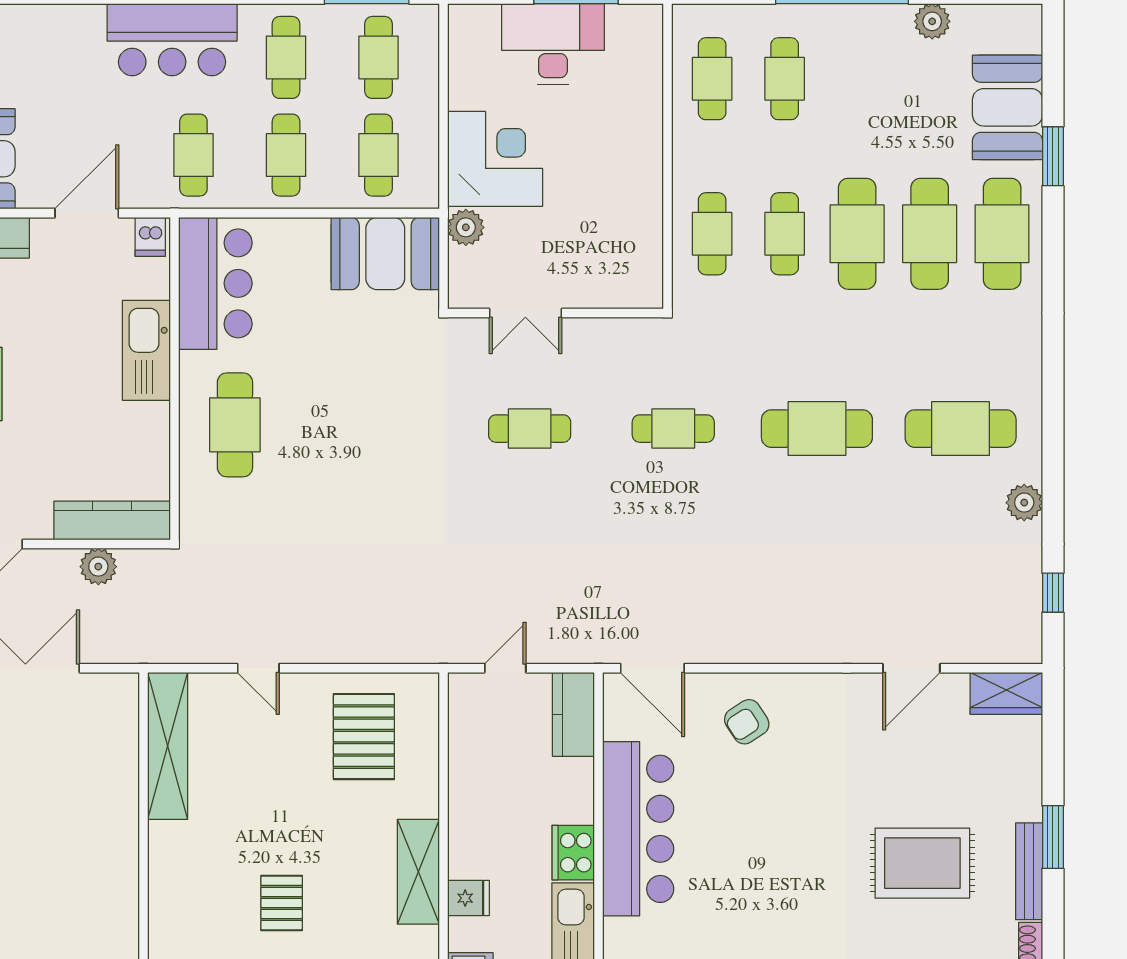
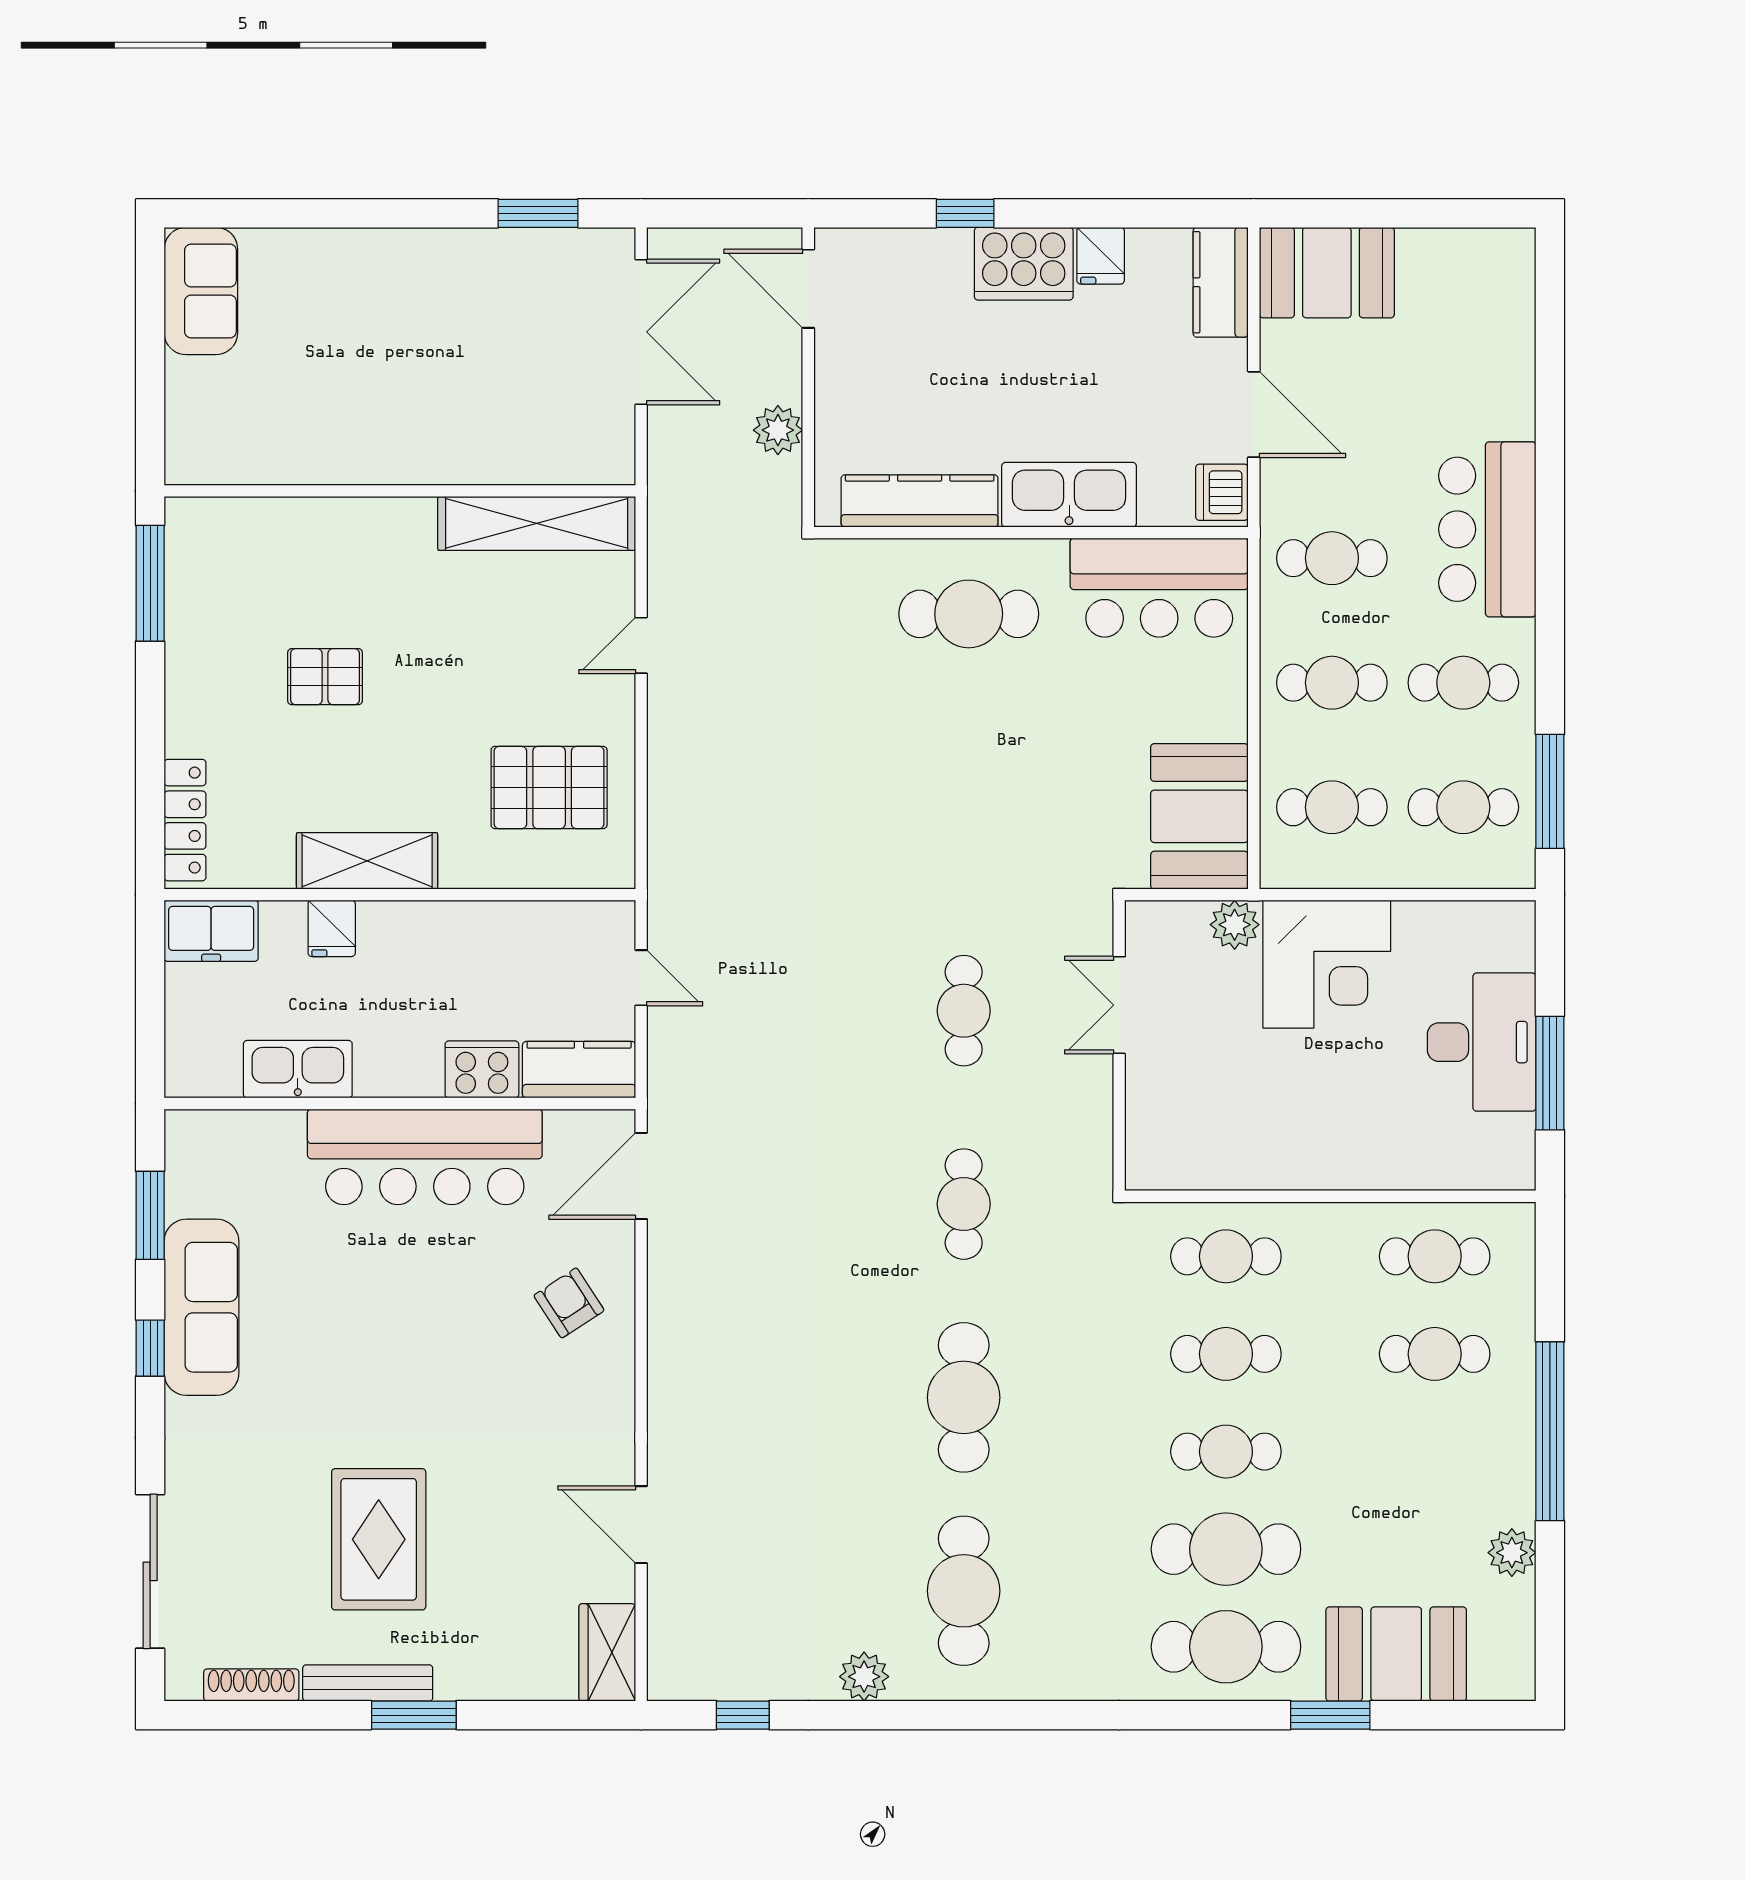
cafe table: (857, 234) -> (1226, 1452), width x0.73, depth x0.74
dishwasher: (150, 237) -> (1222, 492), width x1.38
kitchen counter: (112, 521) -> (920, 501), moved, turned -90
cooker: (573, 853) -> (482, 1069), moved

